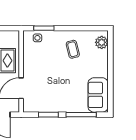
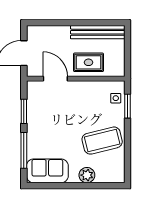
plant: (102, 42) -> (87, 175), moved
coffee table: (73, 49) -> (102, 141), width x1.86, depth x1.72

